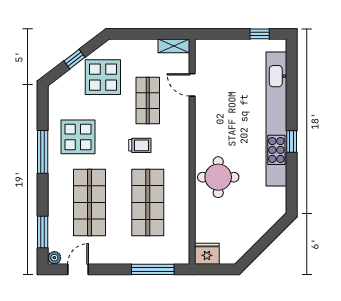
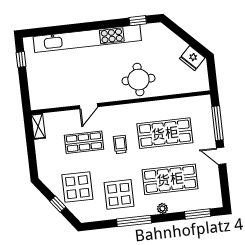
display table: (103, 77) -> (77, 187), moved
door: (192, 85) -> (88, 106), moved
window: (292, 141) -> (138, 21), moved
fridge: (207, 254) -> (192, 58), moved, turned -45
plant: (54, 258) -> (162, 208), moved
door: (78, 269) -> (221, 156), moved

